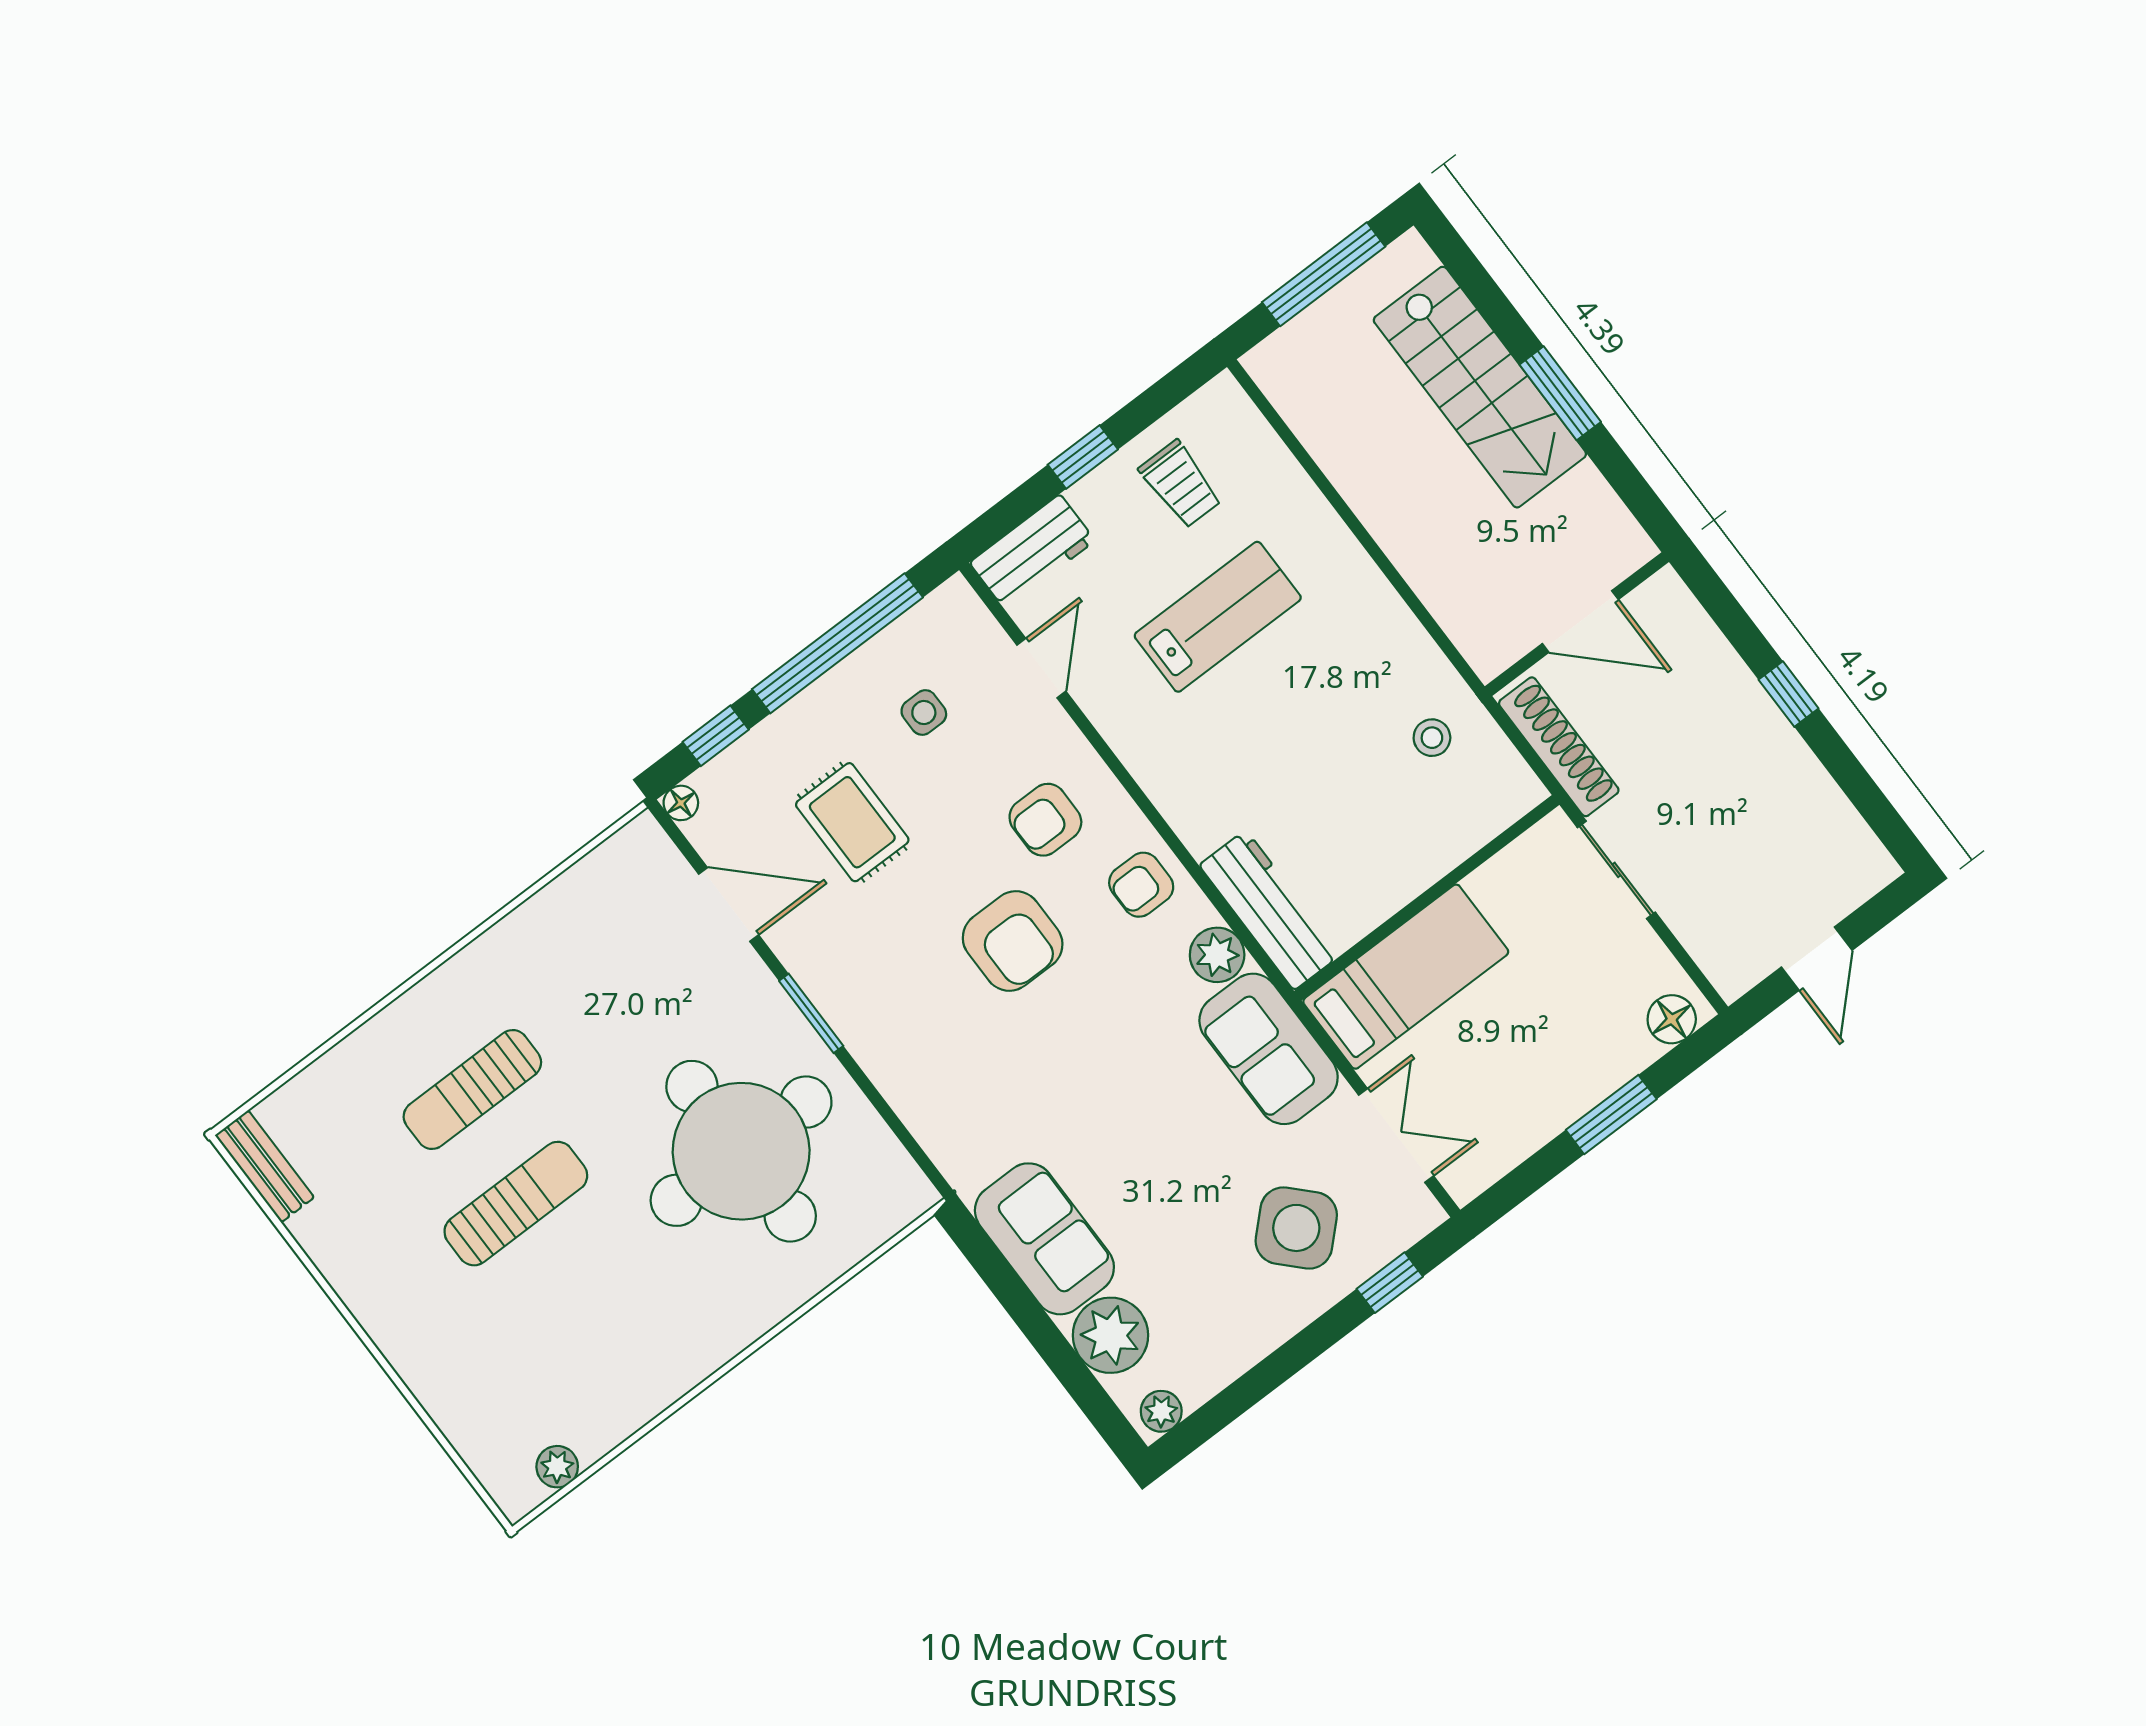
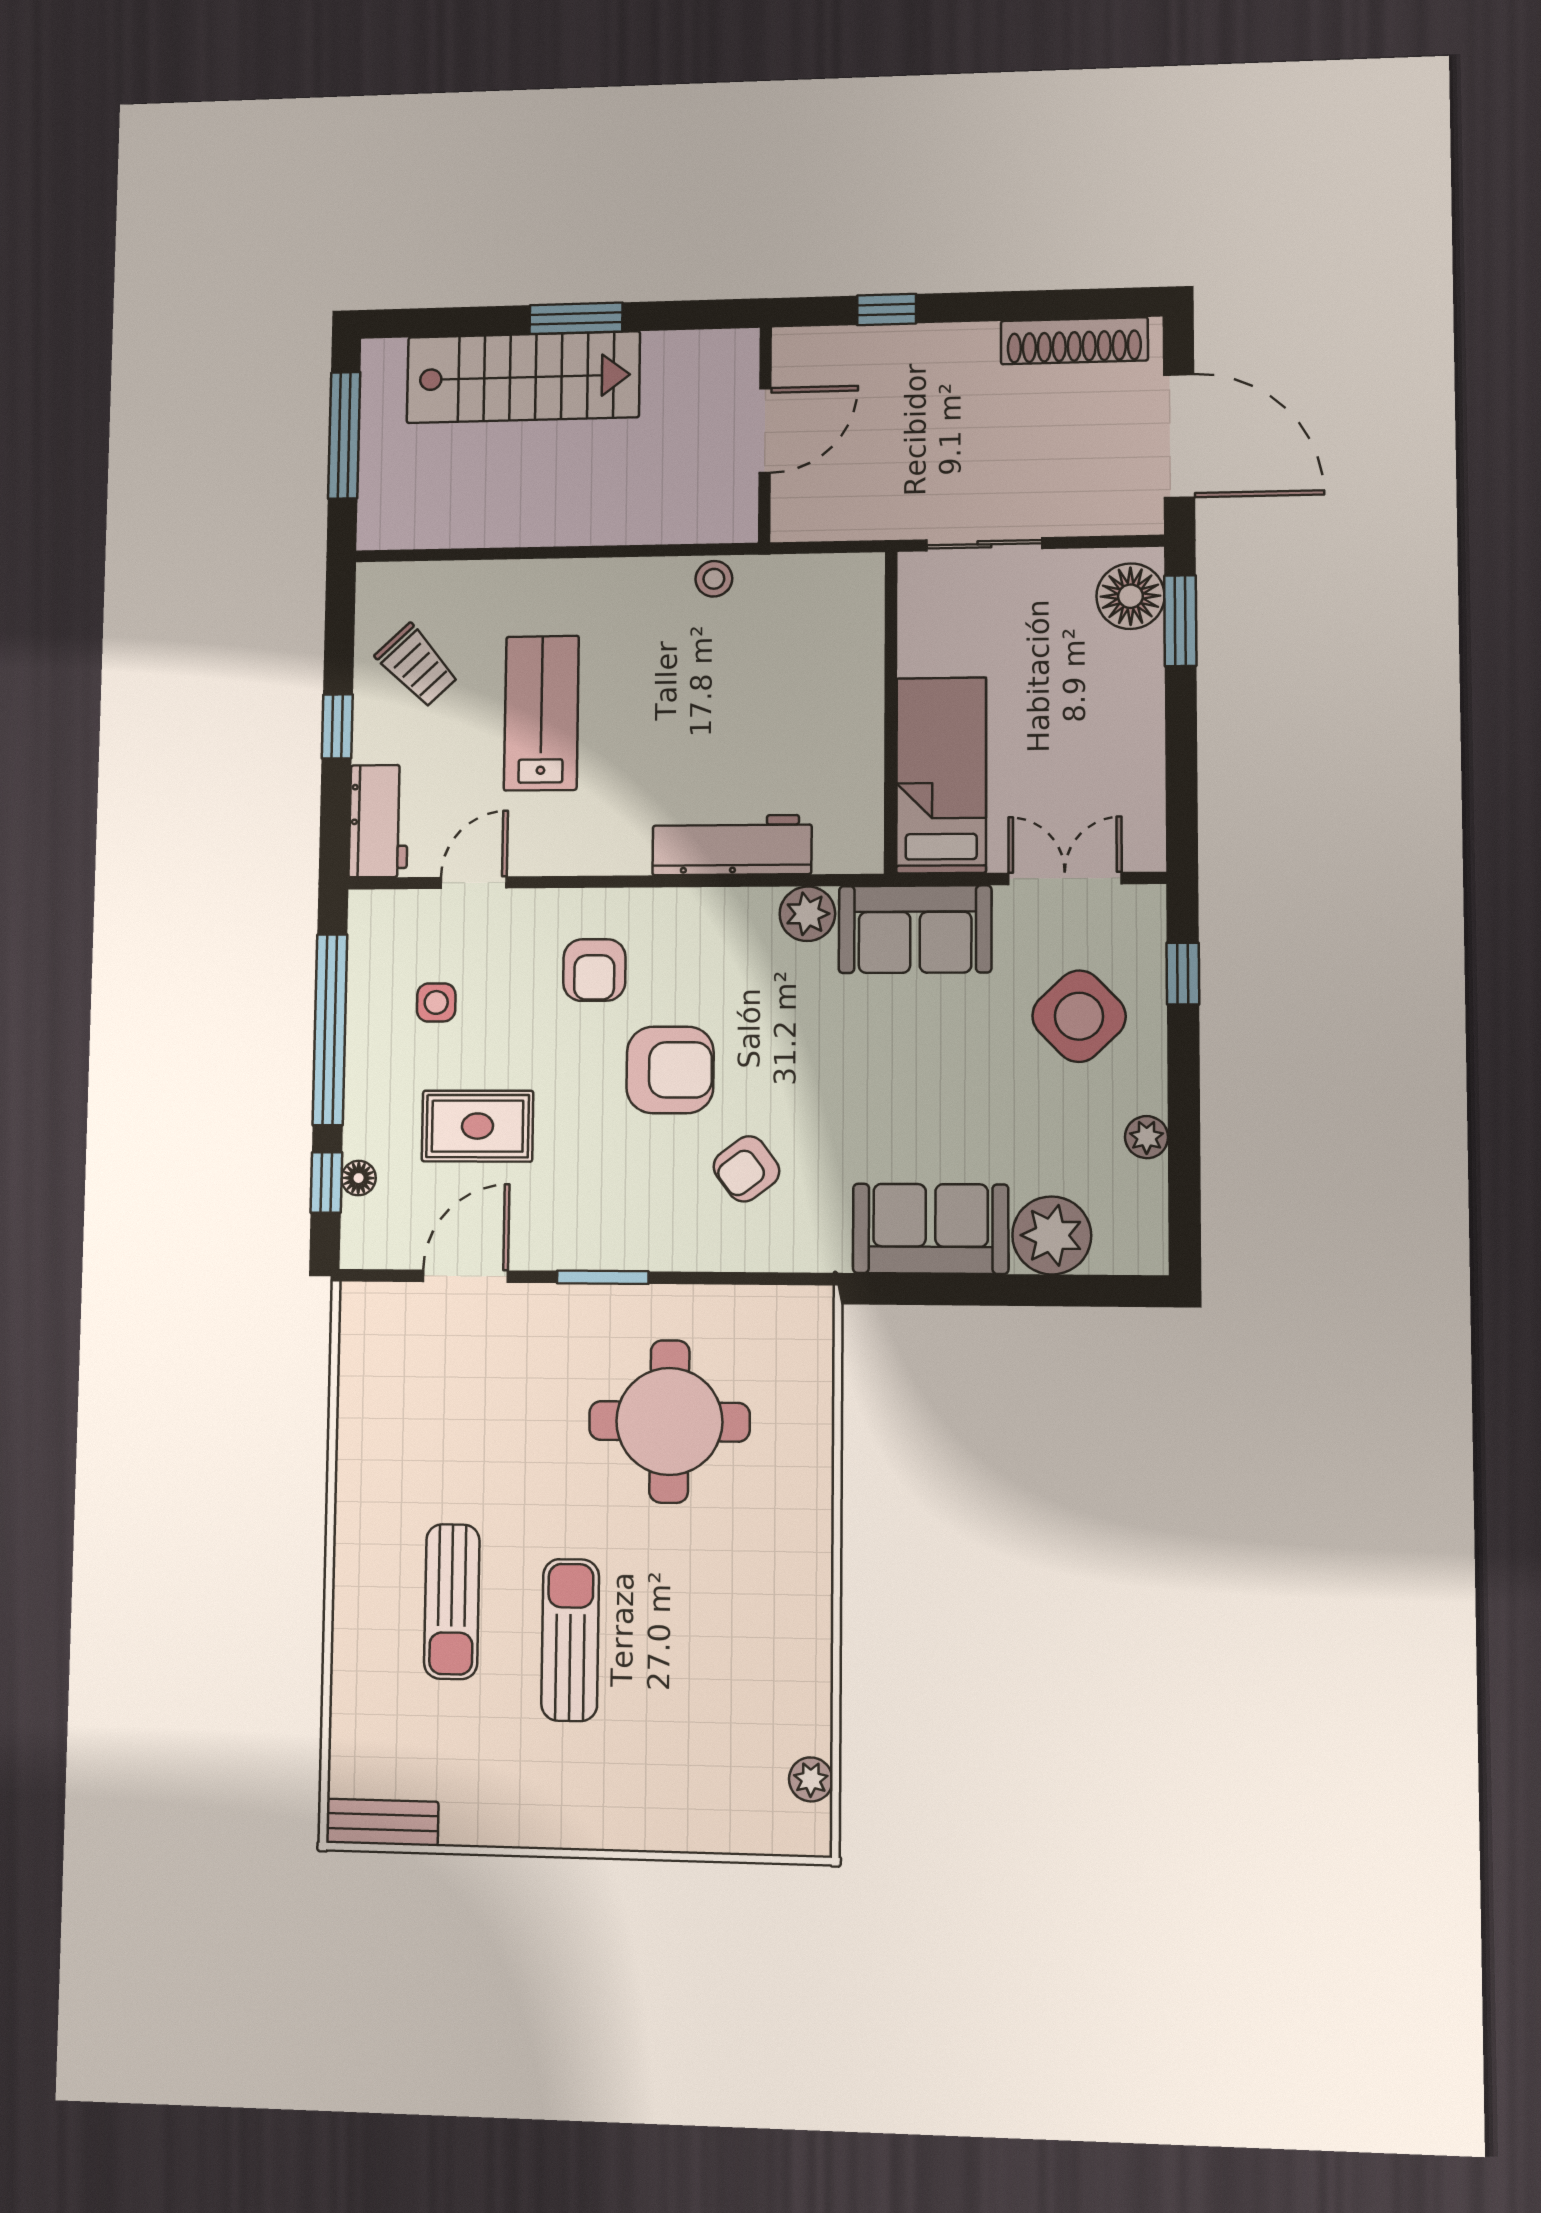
trolley: (1180, 484) -> (417, 666), turned 47
door: (1041, 668) -> (474, 883), hinge flipped
window: (1789, 694) -> (887, 309), moved
stool: (1432, 738) -> (714, 579), moved
shoe rack: (1559, 747) -> (1074, 341), moved, turned 180
floor lamp: (681, 803) -> (359, 1178), moved
armchair: (1141, 885) -> (746, 1169), moved, turned 53
workbench: (1270, 910) -> (732, 845), moved
door: (1817, 959) -> (1179, 436), width x1.88
floor lamp: (1672, 1019) -> (1130, 596), width x1.38, depth x1.38
window: (1611, 1115) -> (1180, 621), moved
round table: (741, 1151) -> (669, 1421), width x0.73, depth x0.73
plant: (1161, 1411) -> (1147, 1137), moved

